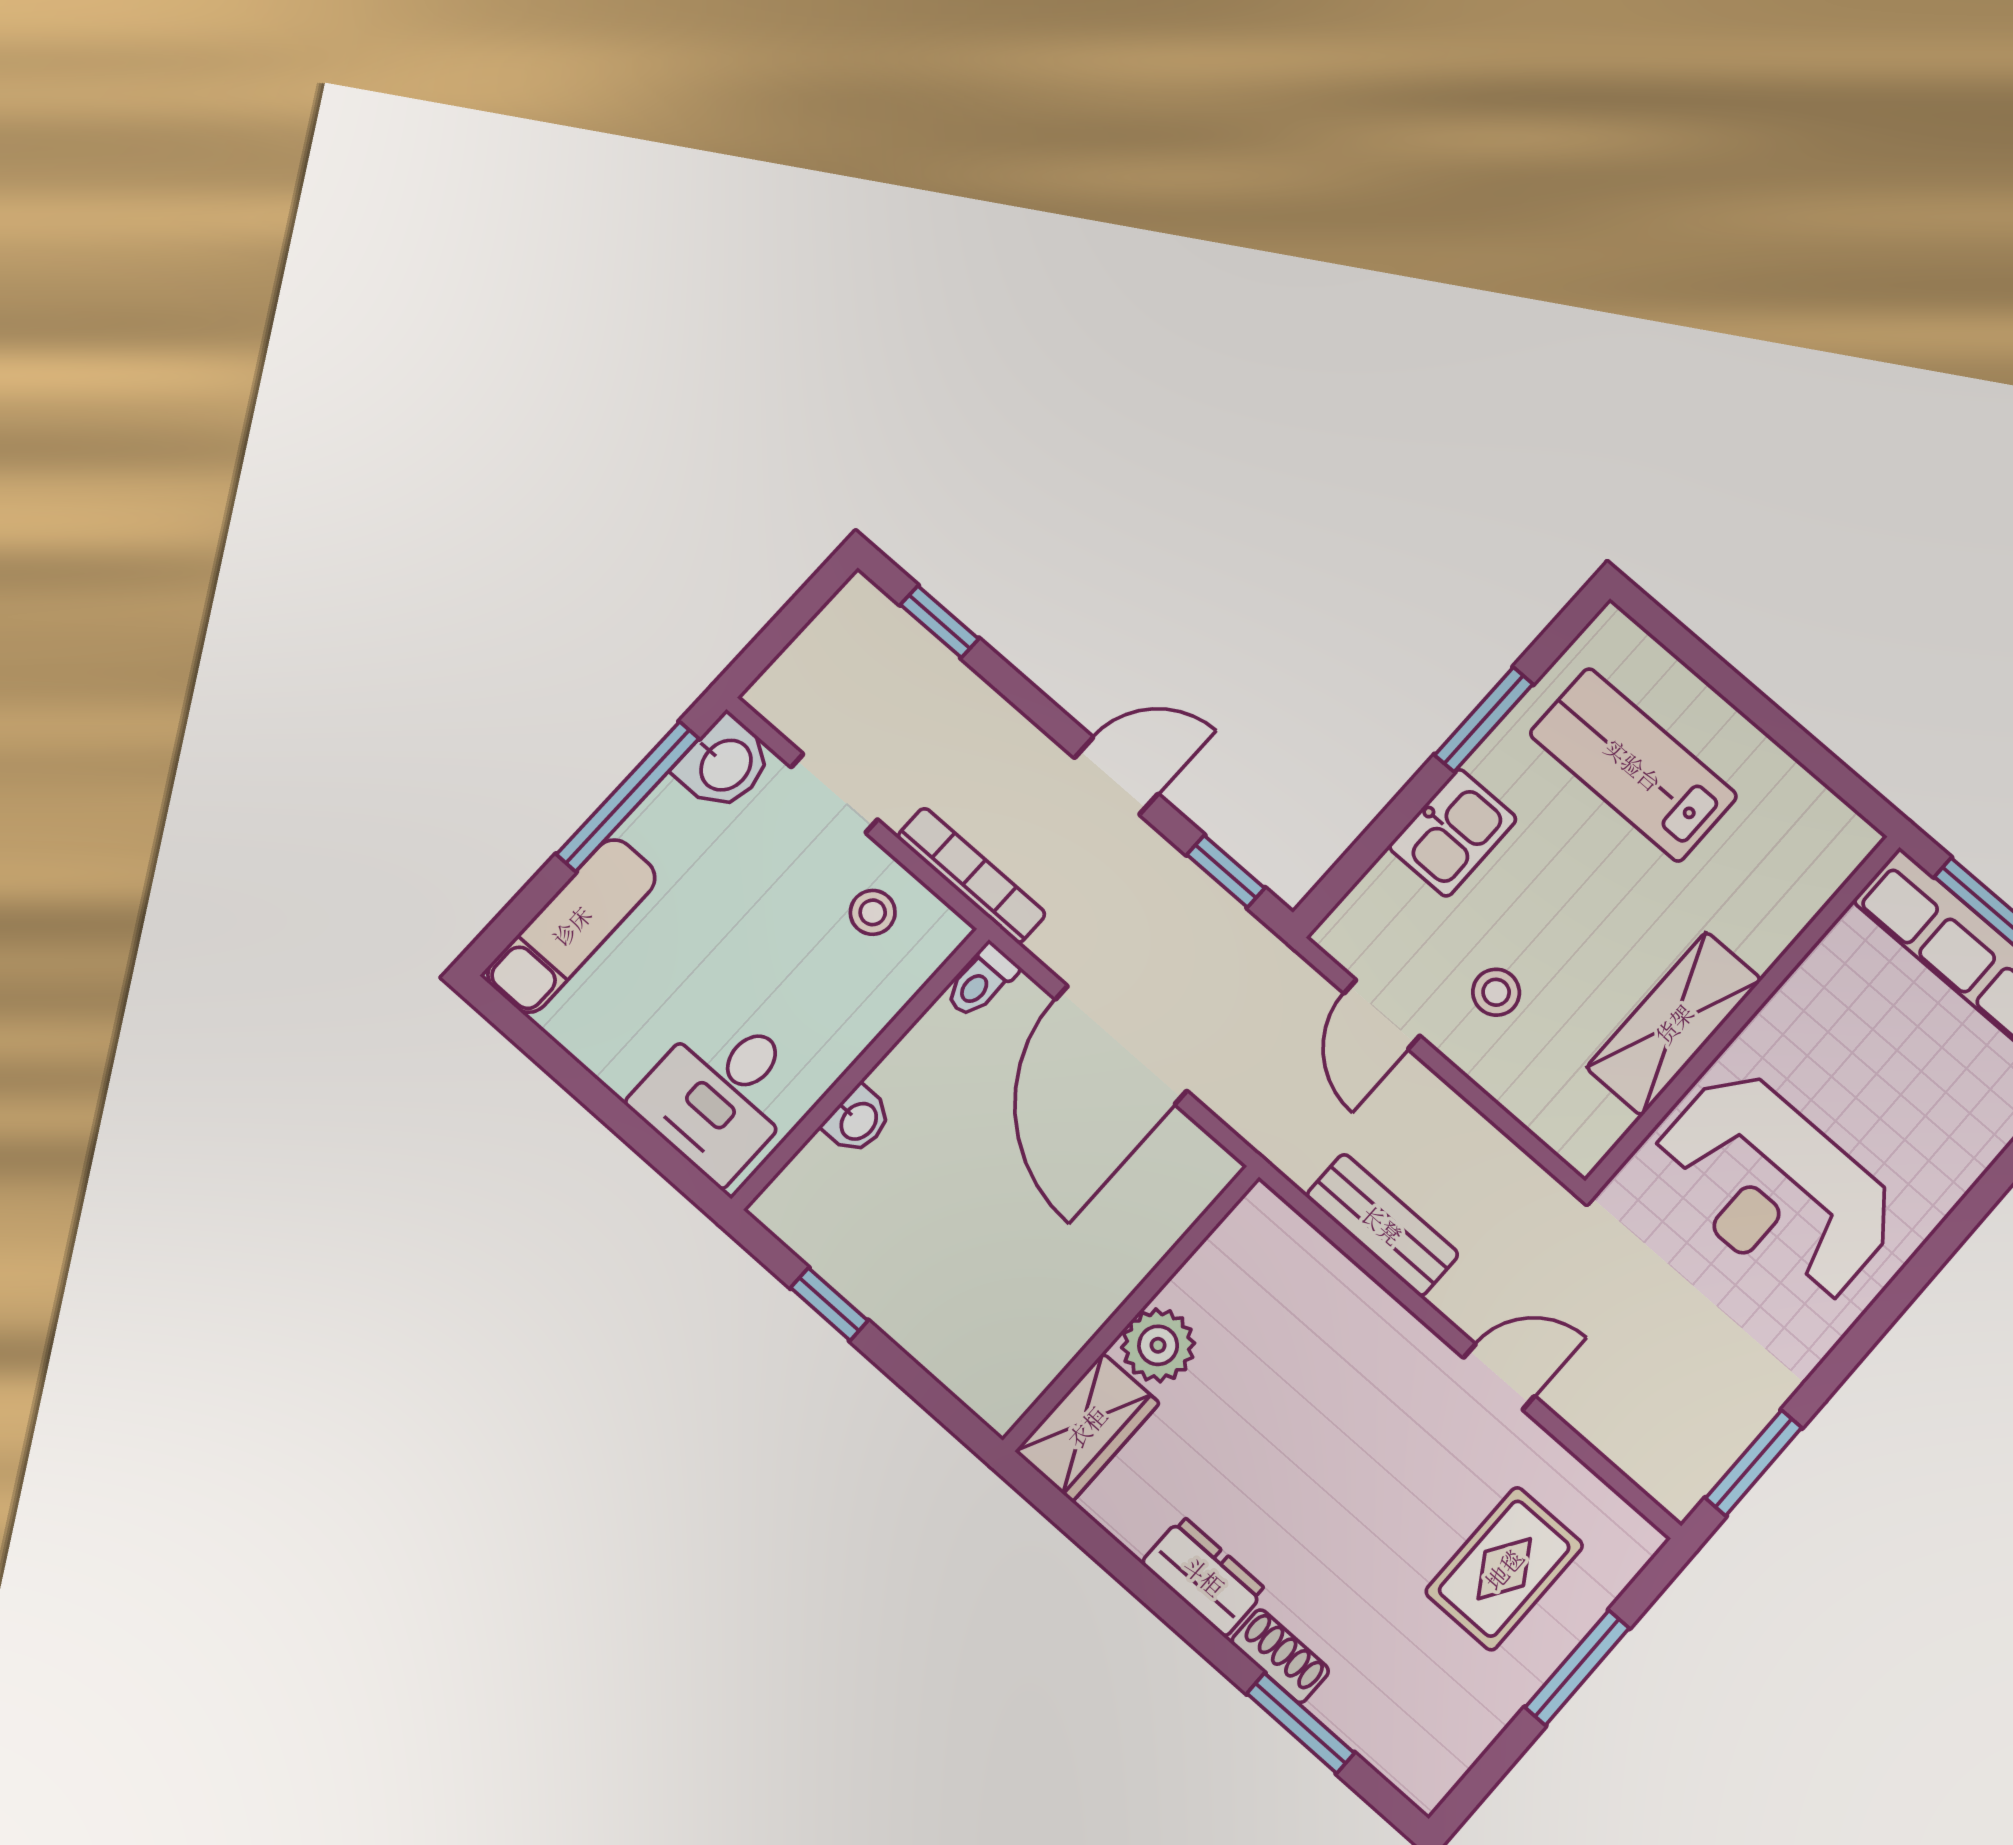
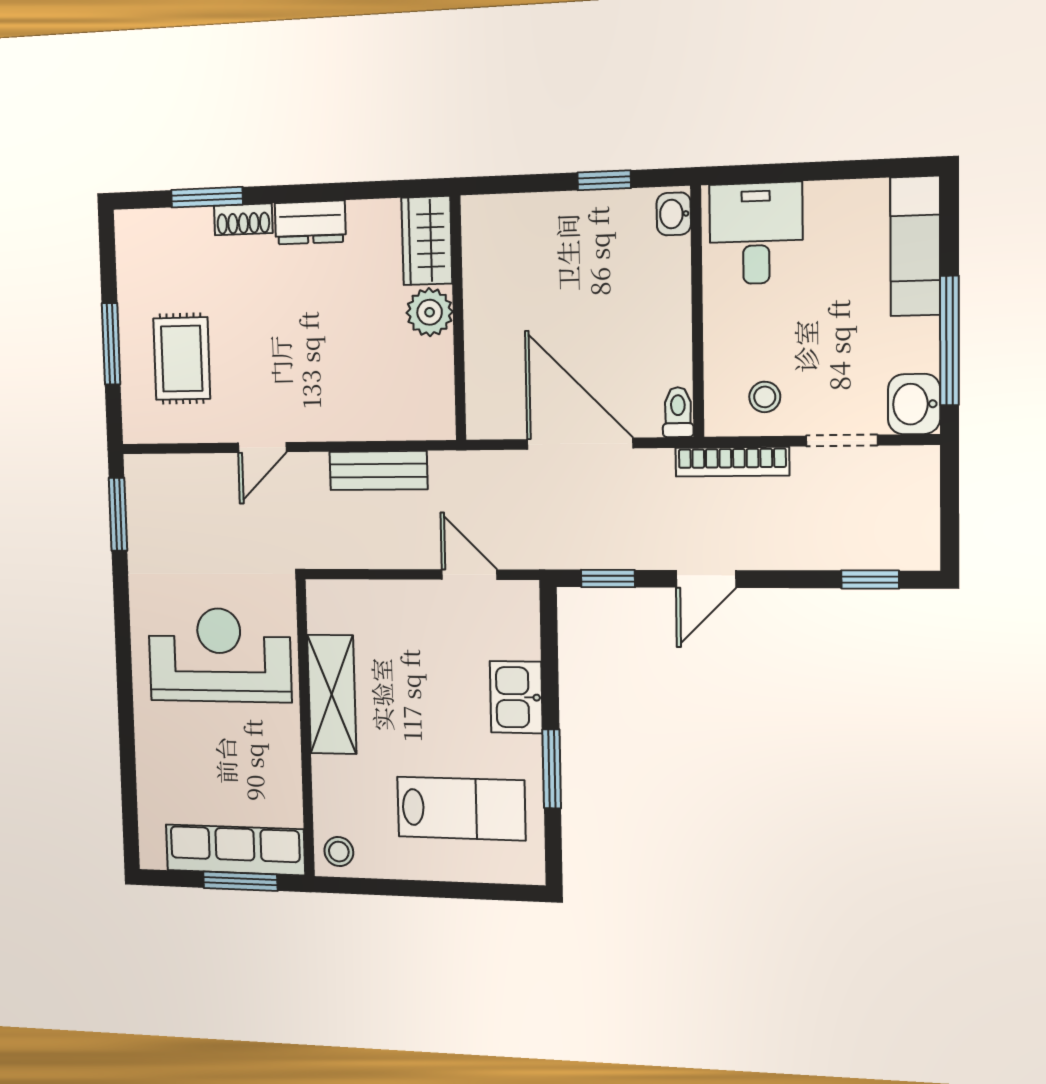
stool: (1496, 992) -> (339, 852), moved
washbasin: (858, 1120) -> (674, 214), moved

